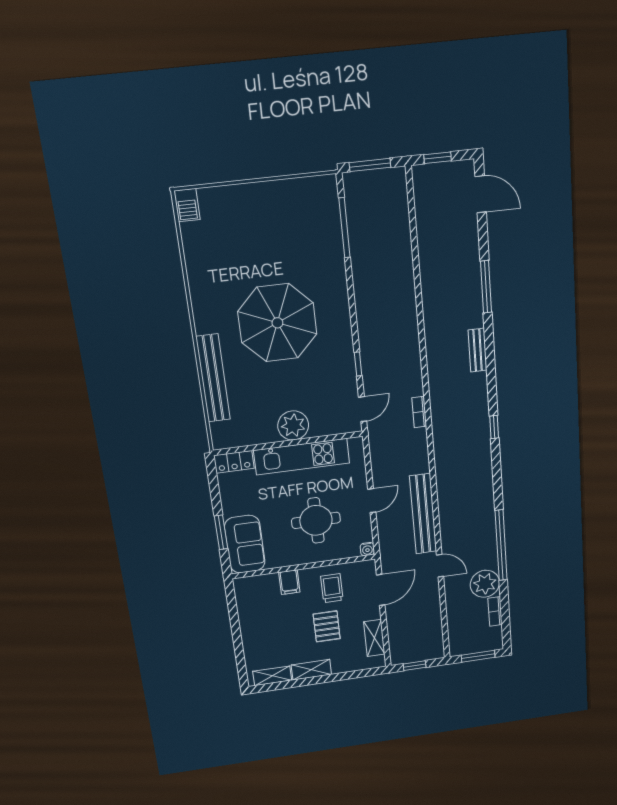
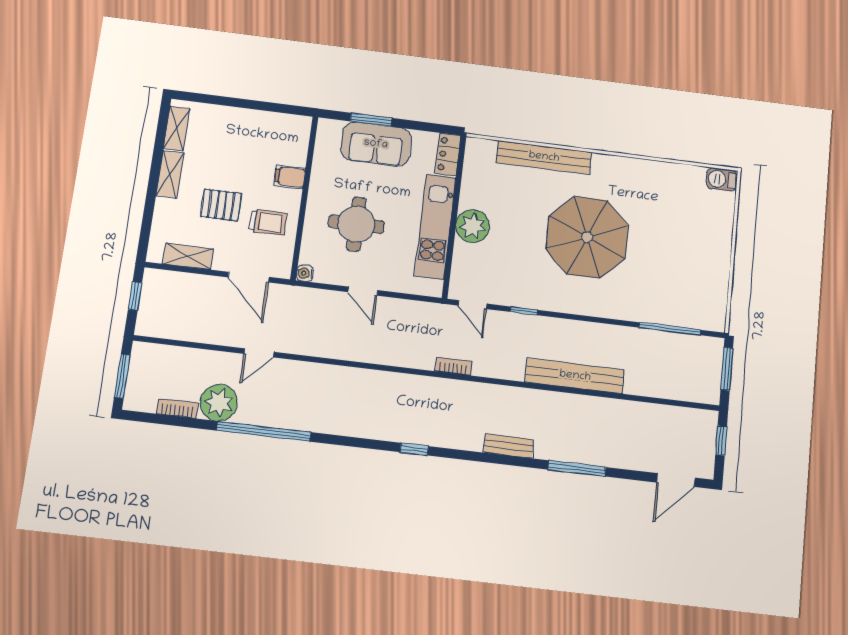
bench: (423, 514) -> (575, 376), moved
sofa: (245, 544) -> (376, 144), moved

